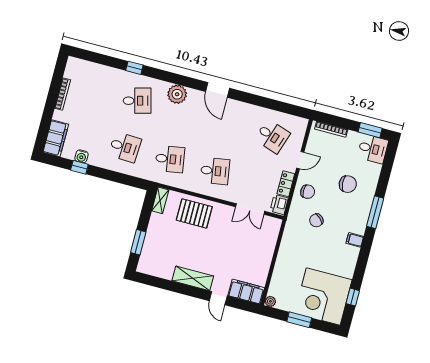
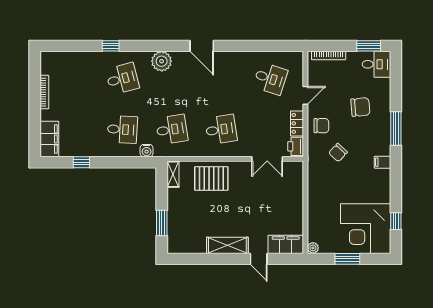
water cooler: (81, 156) -> (147, 151), moved

